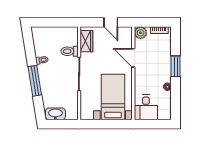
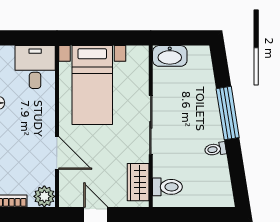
toilet: (70, 51) -> (167, 187), moved
washbasin: (55, 114) -> (170, 56), moved

